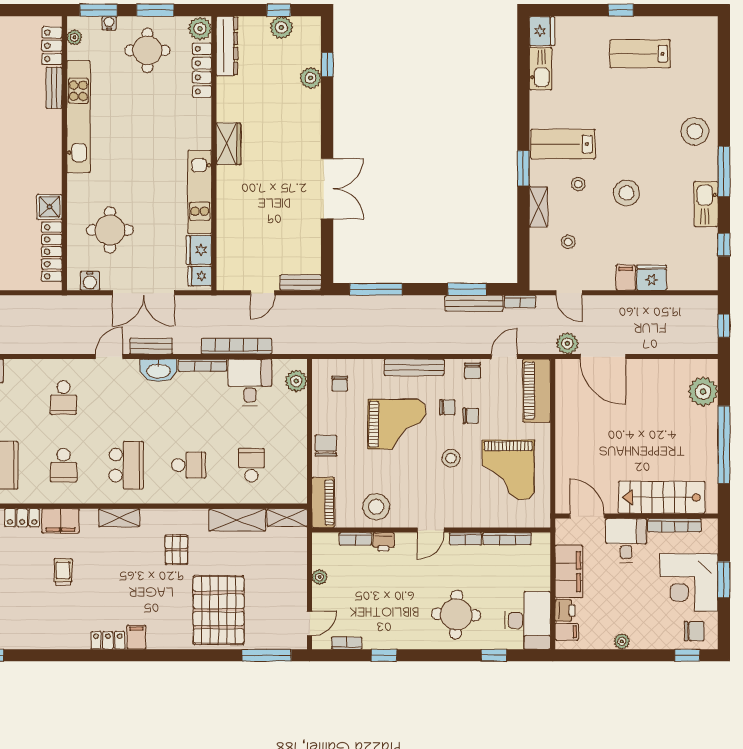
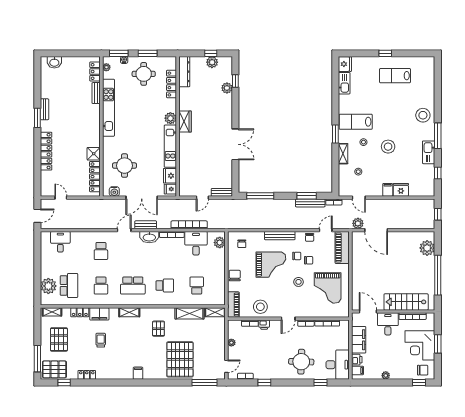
plant: (200, 29) -> (170, 118), moved
school desk: (126, 465) -> (133, 285), turned 90
locker: (108, 640) -> (87, 375), moved

